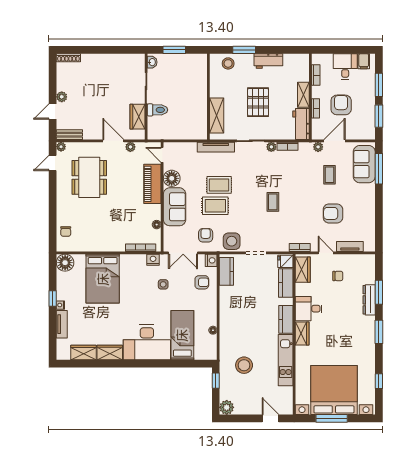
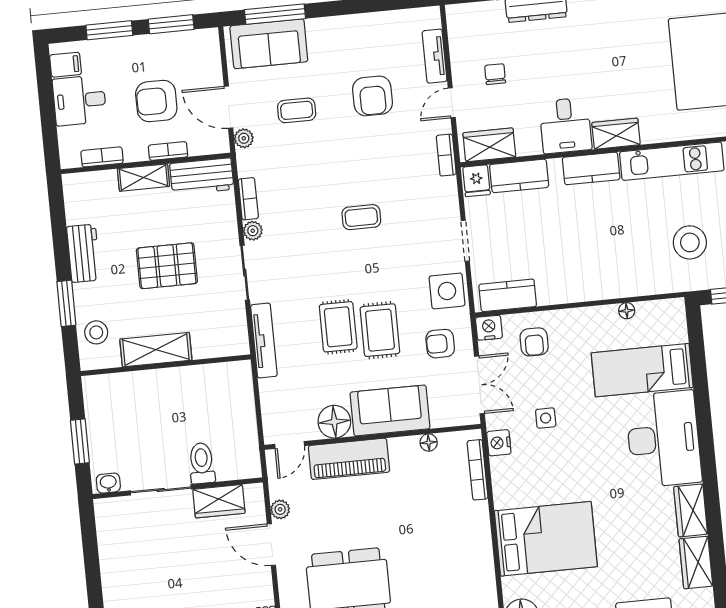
shelving: (217, 115) -> (156, 350), moved
door: (113, 141) -> (271, 544), hinge flipped
armchair: (202, 282) -> (534, 342), turned 180

